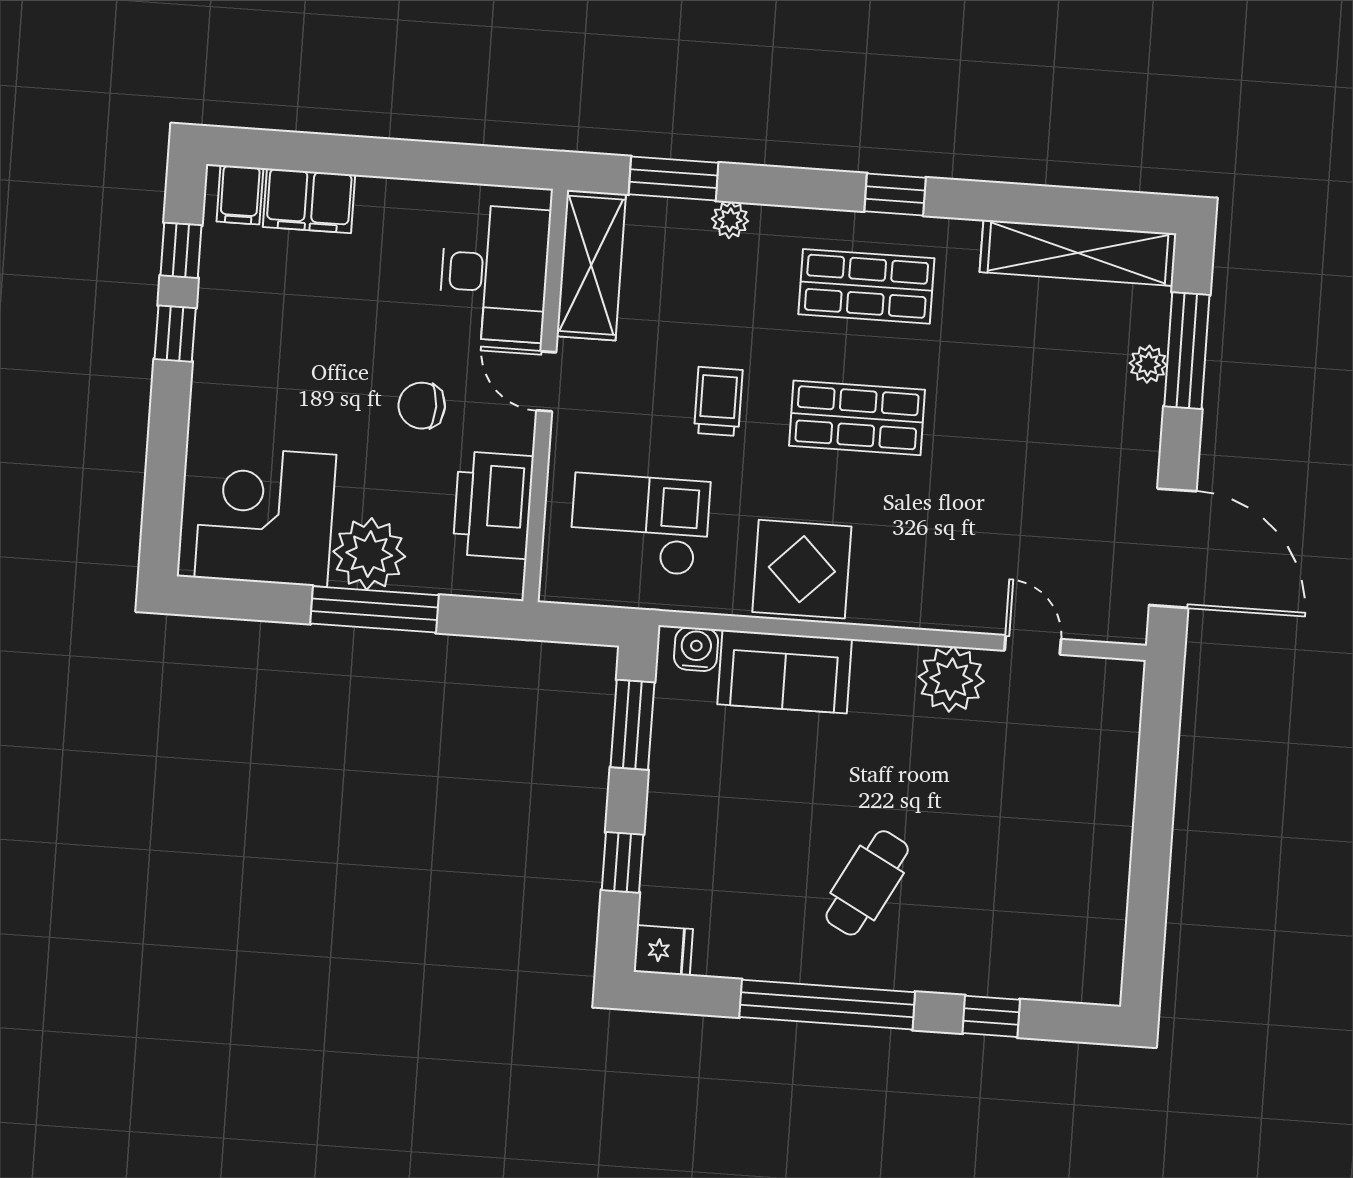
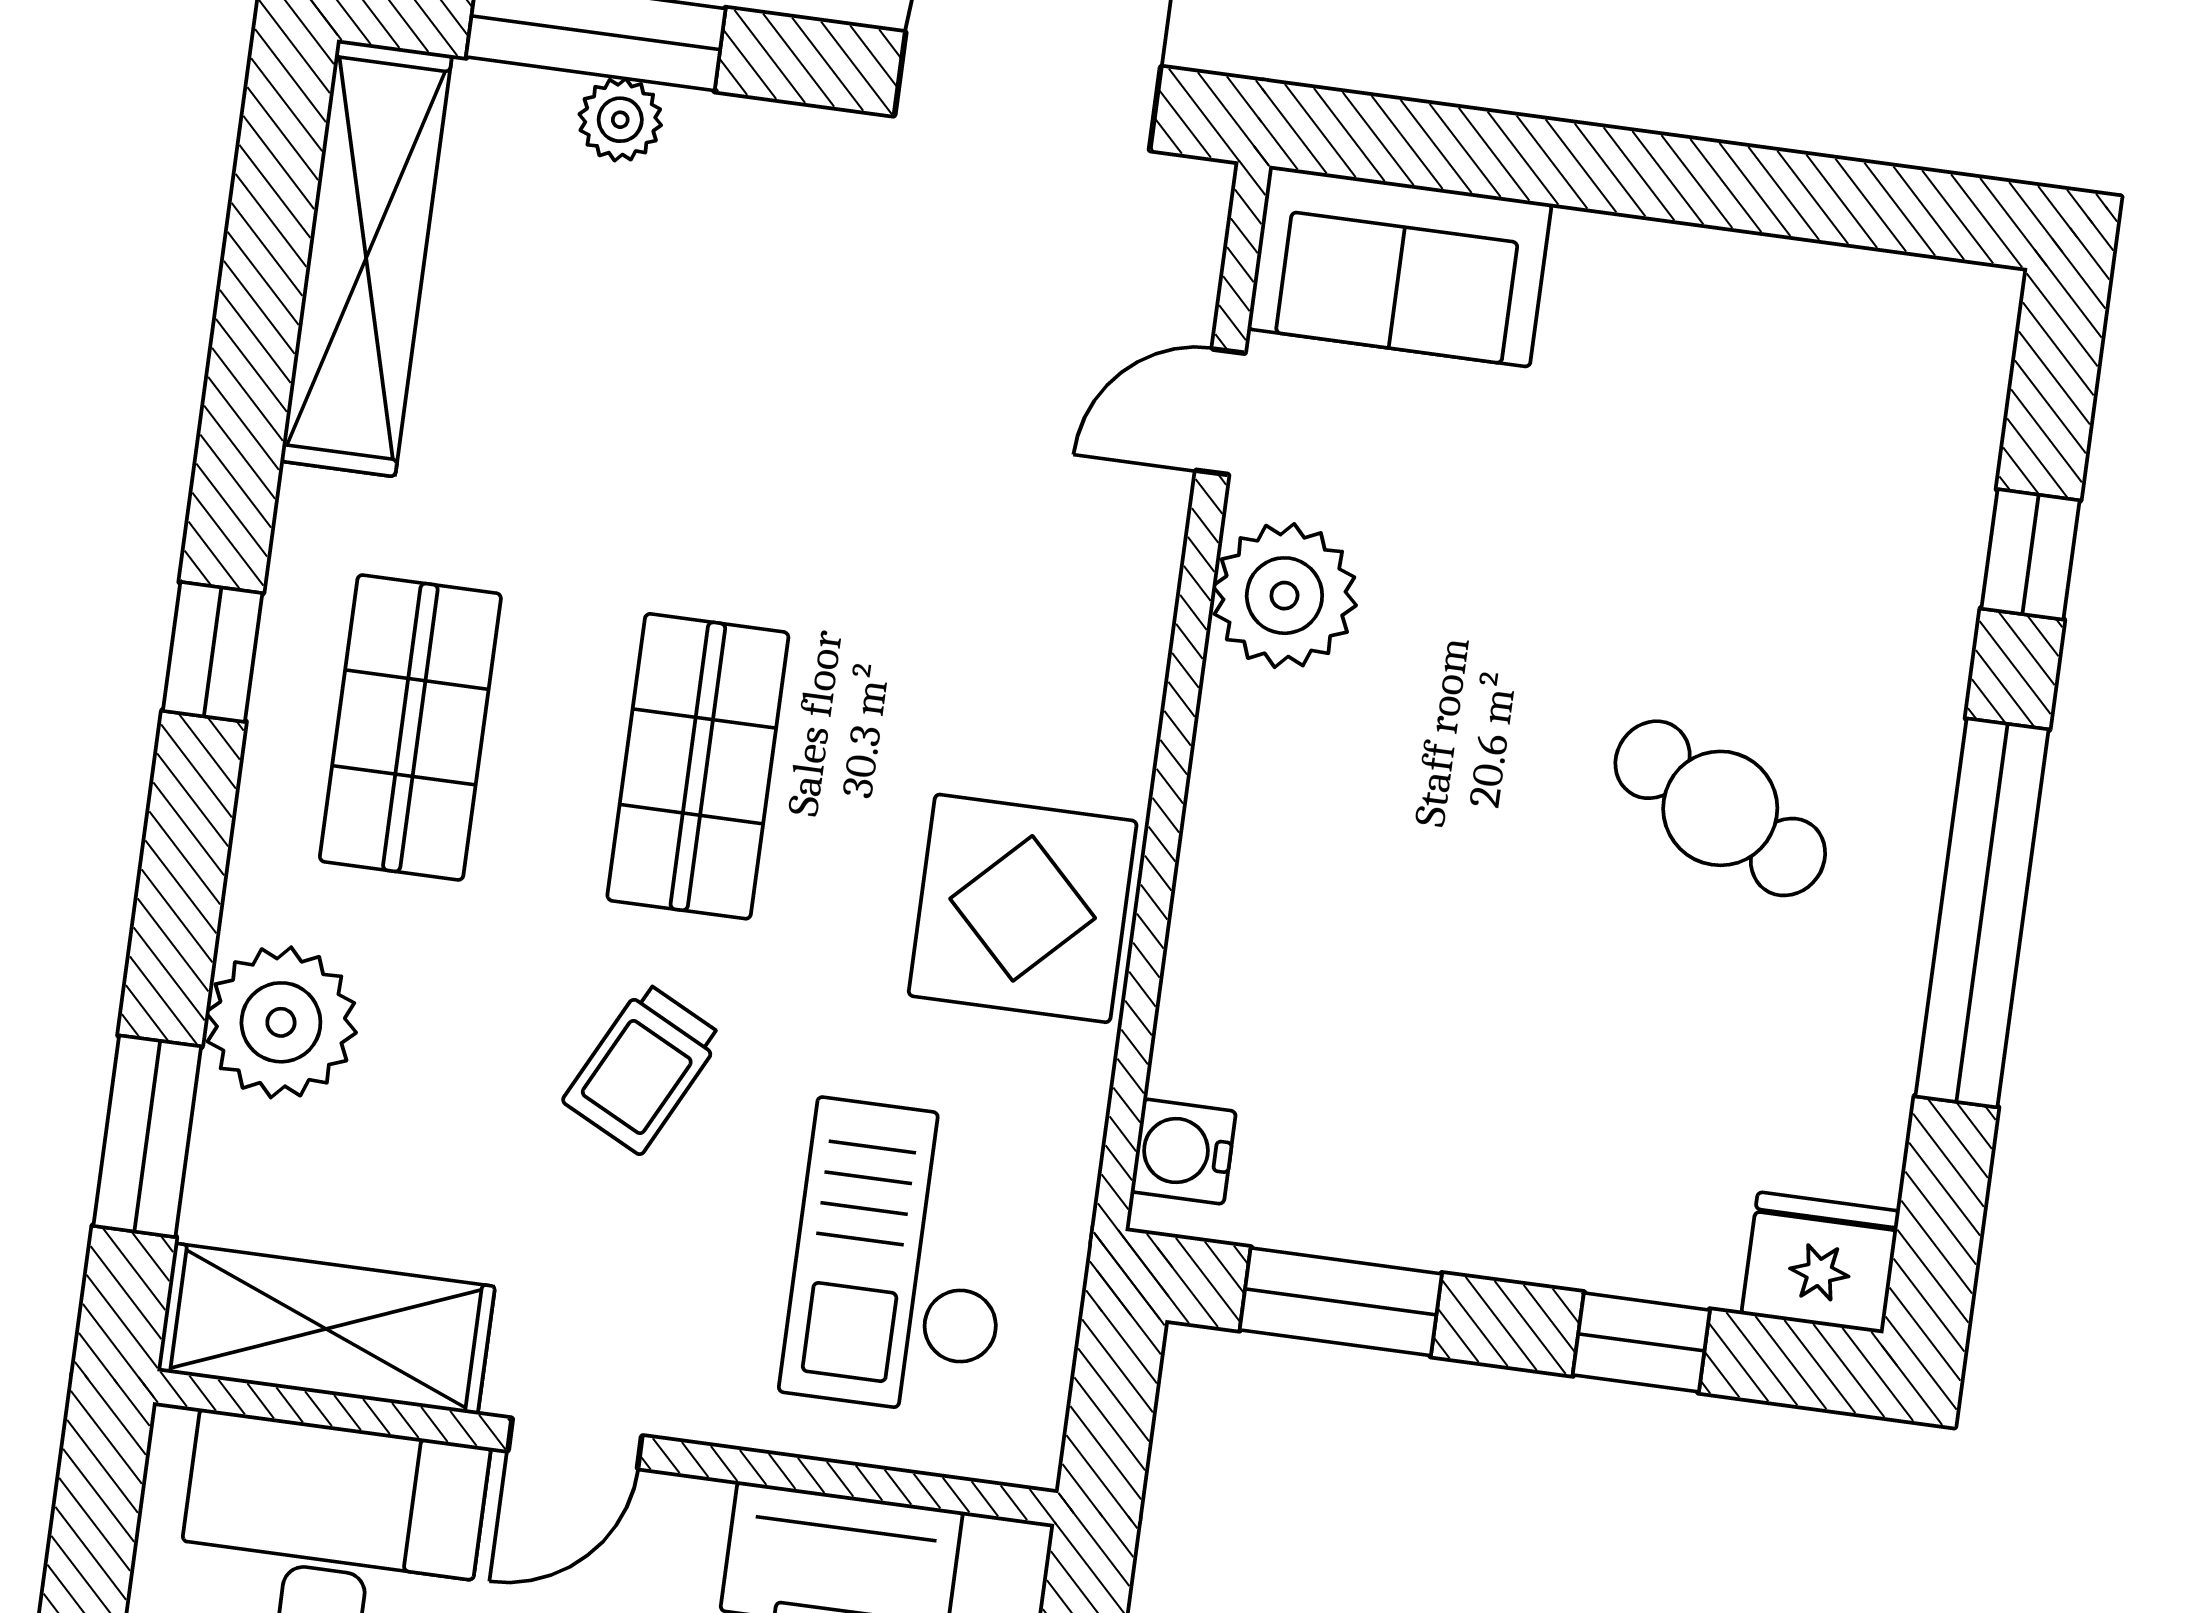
plant: (730, 220) -> (281, 1022), width x1.87, depth x1.87
trolley: (718, 401) -> (643, 1069), turned -63
sofa: (785, 672) -> (1400, 266), moved, turned 90
fridge: (663, 950) -> (1821, 1263), width x1.38

